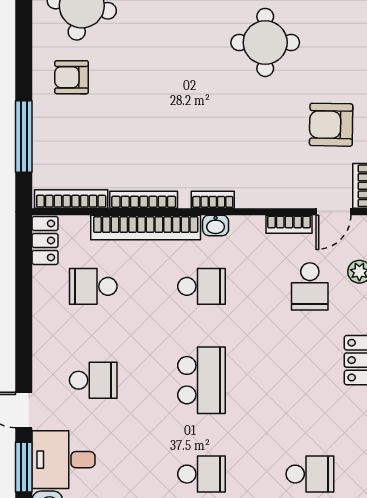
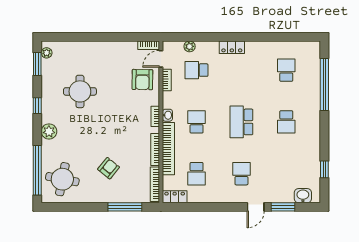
armchair: (72, 77) -> (109, 168), moved, turned -141
armchair: (331, 125) -> (142, 80), moved
door: (333, 212) -> (161, 59), swing flipped
school desk: (310, 286) -> (197, 70), turned 180
school desk: (202, 380) -> (241, 122), turned -90
desk: (64, 460) -> (279, 188), removed
school desk: (202, 474) -> (286, 122), turned 180

